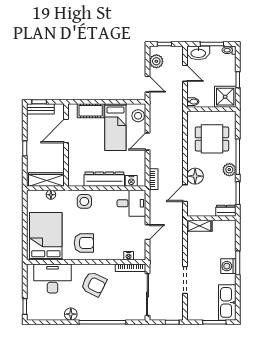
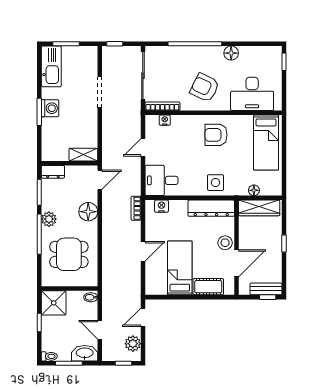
door: (147, 84) -> (143, 317), hinge flipped
stool: (138, 116) -> (225, 243), moved
dresser: (104, 179) -> (211, 208), moved
door: (185, 193) -> (100, 180), moved
bed: (46, 236) -> (266, 143), width x0.67

